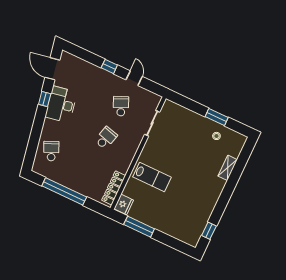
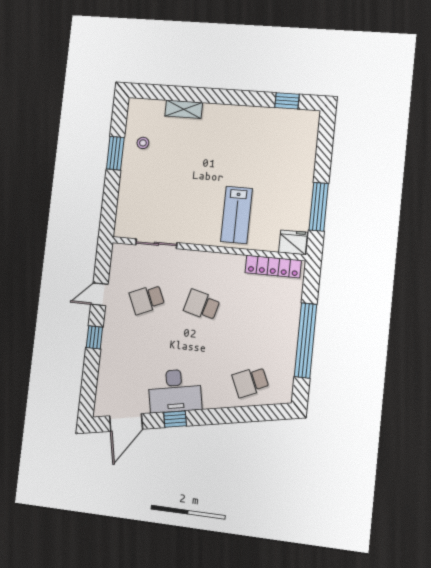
lab bench: (152, 177) -> (236, 215), turned 180

